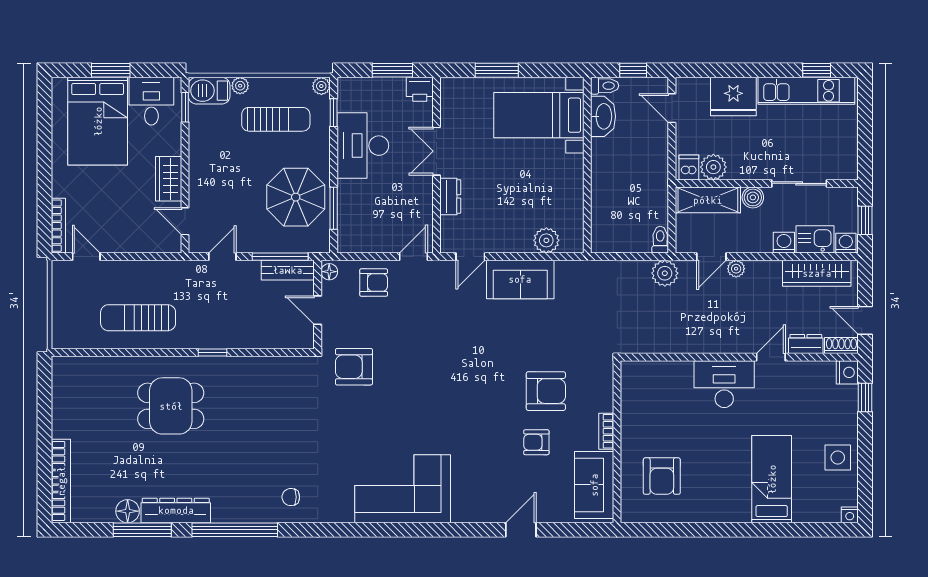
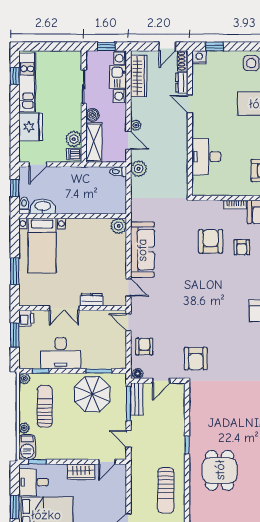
plant: (546, 240) -> (119, 226), moved
sofa: (520, 279) -> (142, 250), width x1.36
desk: (724, 384) -> (206, 157), moved

